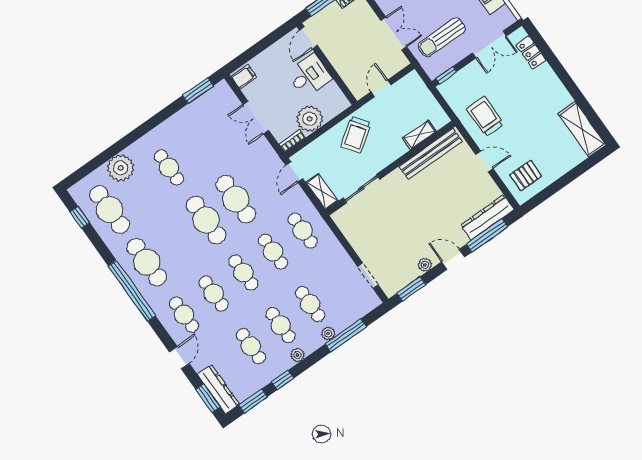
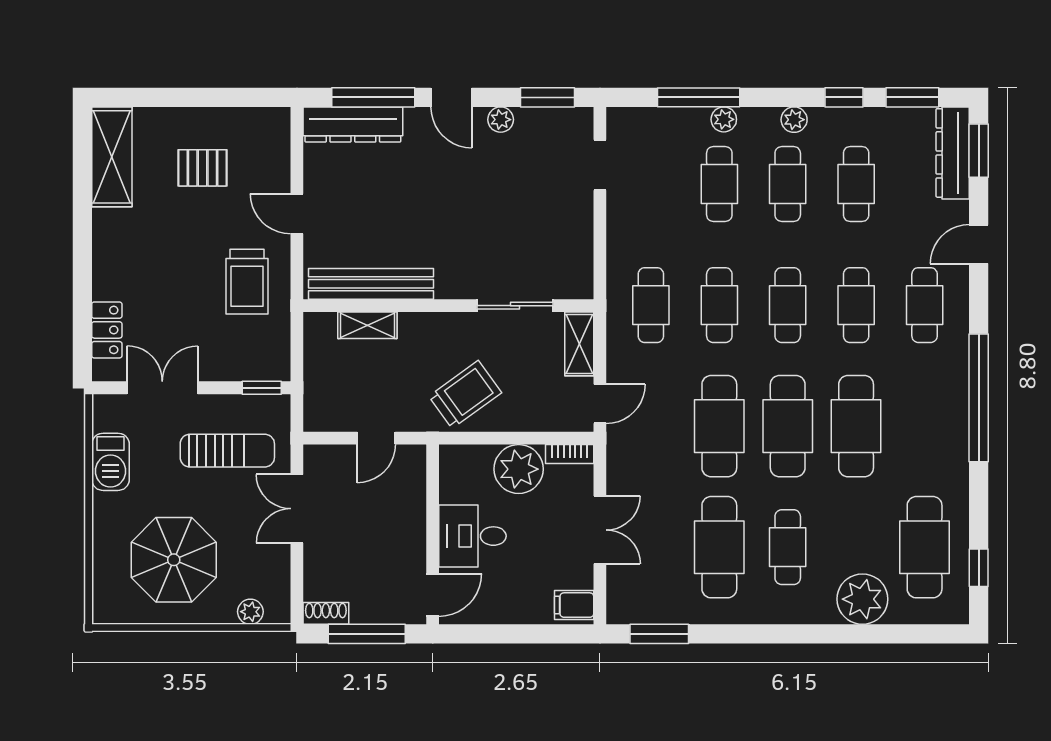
cafe table: (199, 146) -> (719, 547), added
pallet: (526, 175) -> (203, 168), moved
cafe table: (147, 262) -> (856, 426), moved

